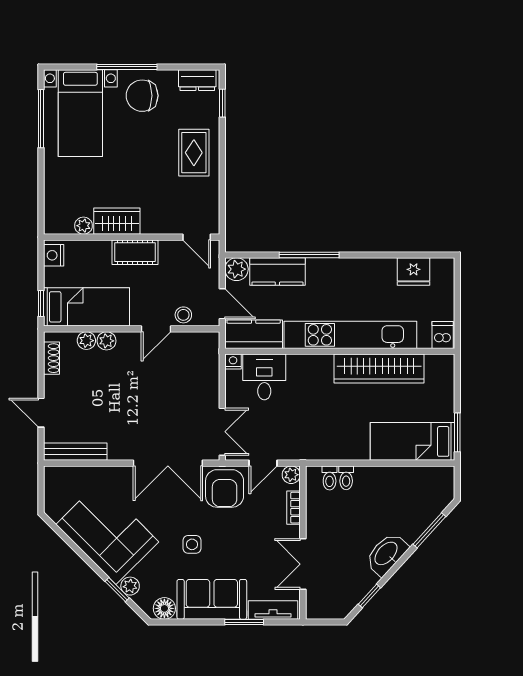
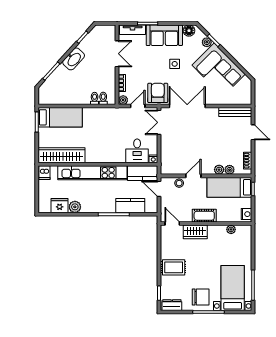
rug: (194, 153) -> (174, 267), turned 90
wardrobe: (117, 221) -> (195, 232), moved
plant: (236, 269) -> (75, 207), moved
wardrobe: (379, 368) -> (62, 155), moved

